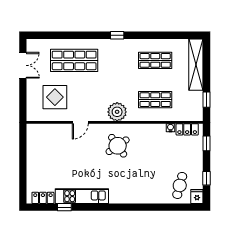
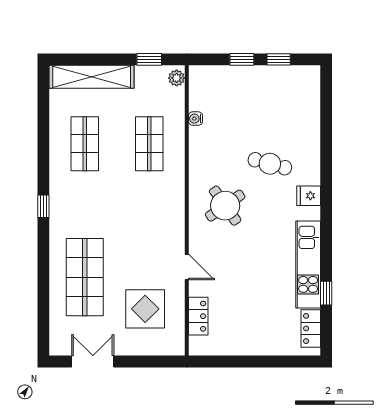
plant: (117, 112) -> (177, 78), moved, width x0.53, depth x0.53
locker: (187, 129) -> (198, 316), moved
window: (207, 143) -> (242, 59), moved
cafe table: (180, 185) -> (270, 164), moved
fridge: (197, 196) -> (309, 196), moved

